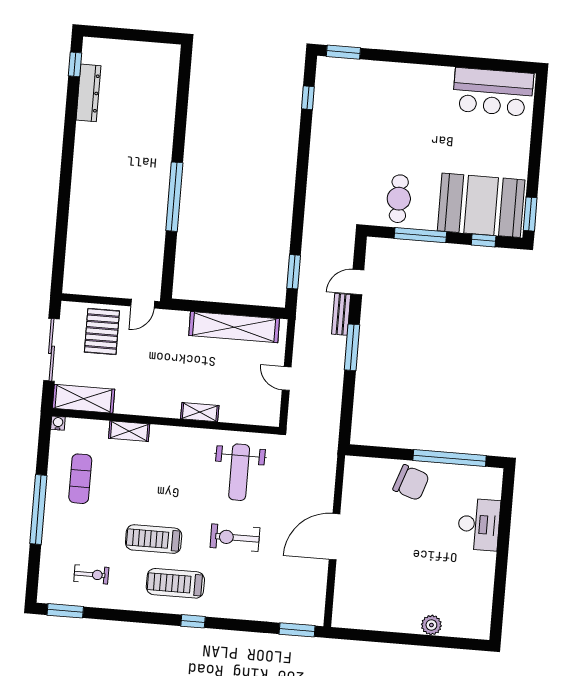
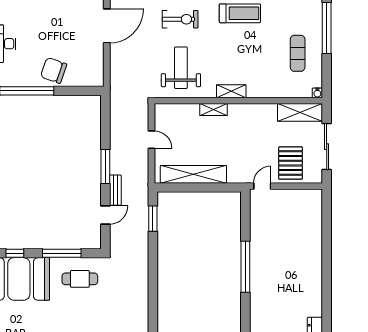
cafe table: (399, 199) -> (80, 279), turned 90
shelving: (129, 431) -> (231, 91), moved

